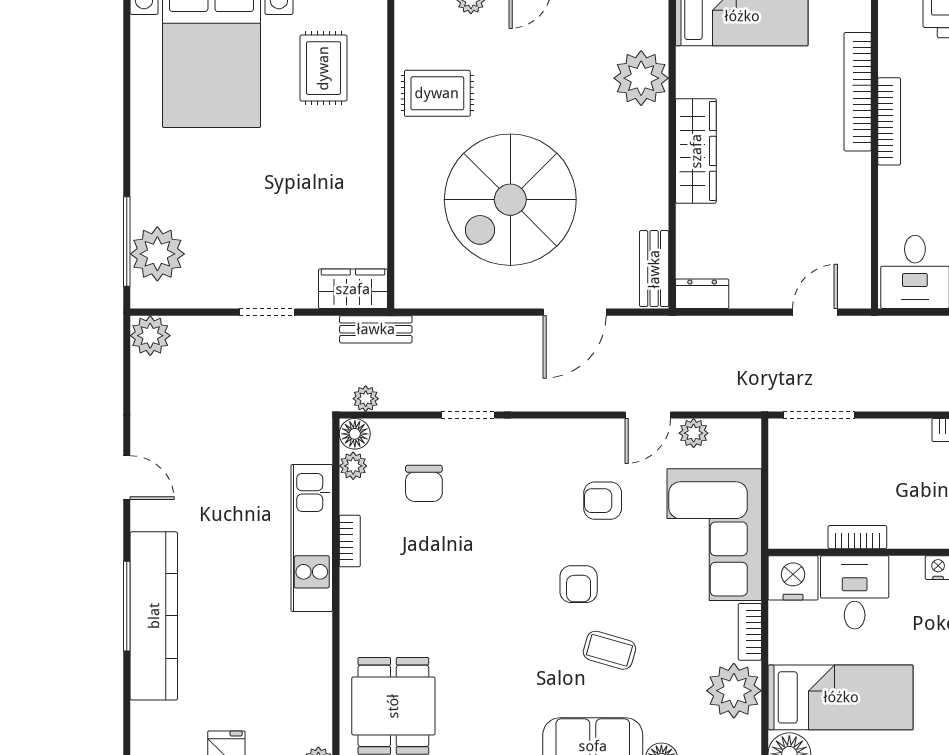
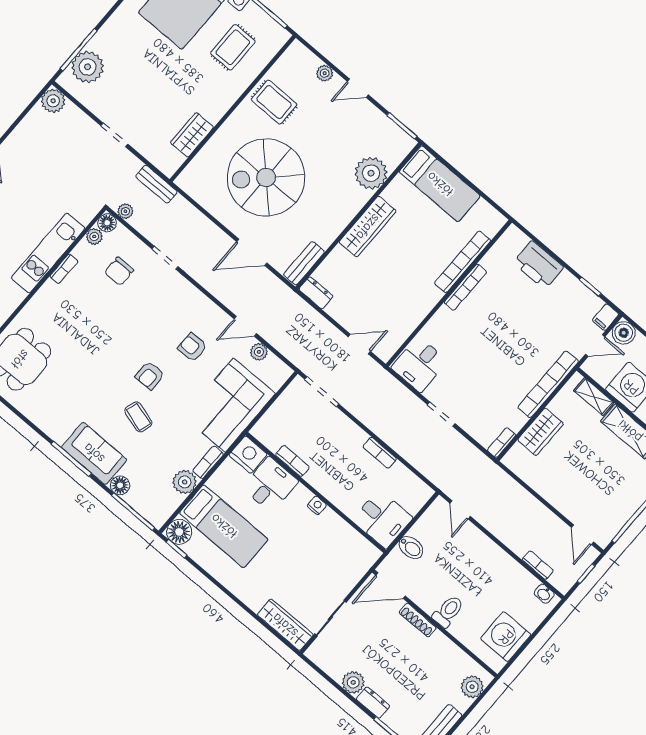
wardrobe: (353, 289) -> (192, 135), moved, turned -90
plant: (734, 691) -> (185, 482), width x0.73, depth x0.73

